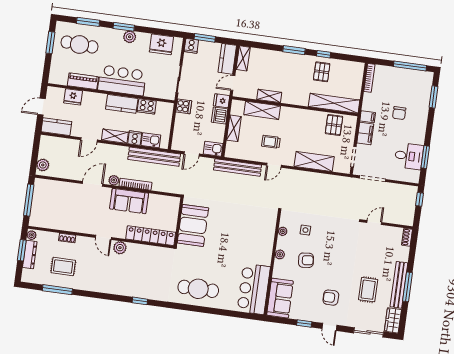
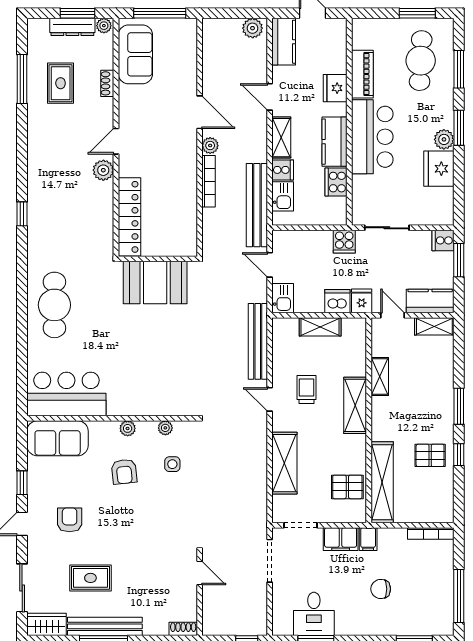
fridge: (161, 44) -> (439, 169), moved
fridge: (73, 97) -> (335, 88), moved
shelving: (262, 110) -> (355, 405), moved
plant: (43, 165) -> (253, 28), moved
sofa: (129, 201) -> (135, 54), moved, turned 180

